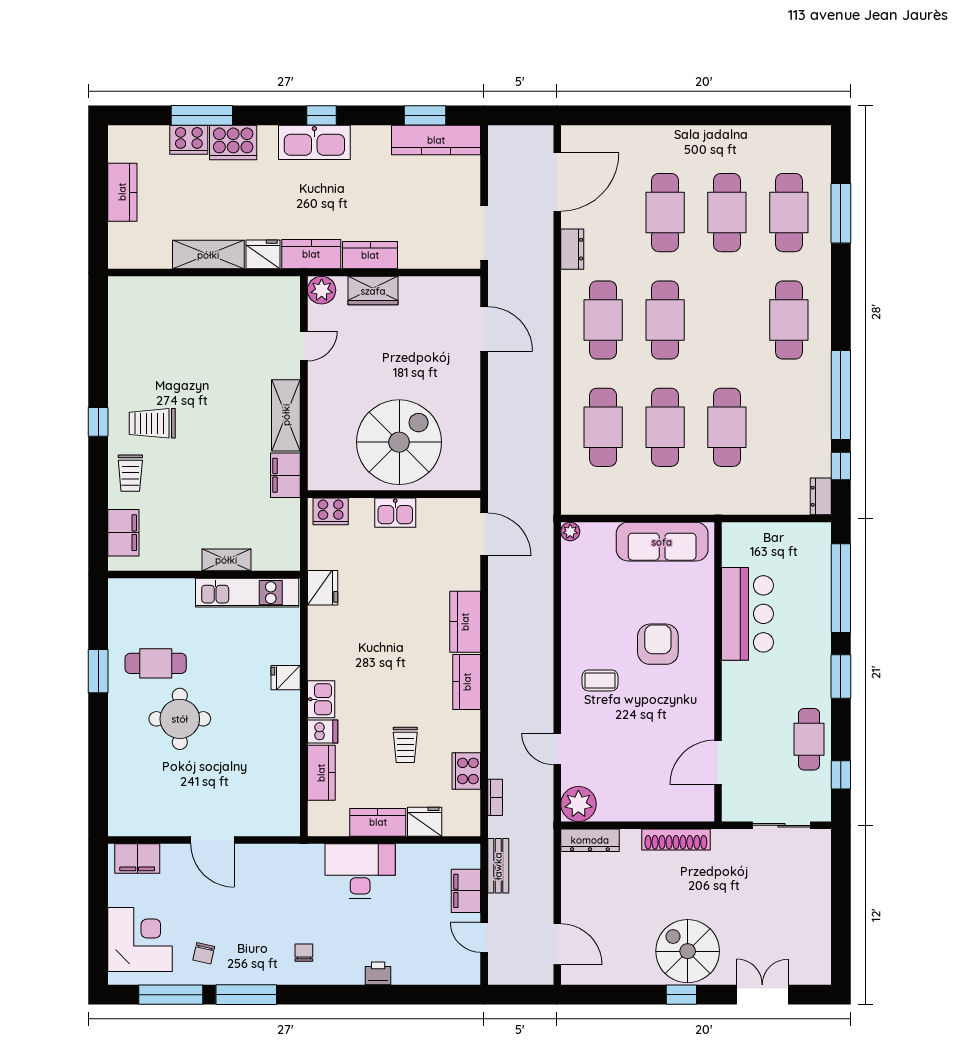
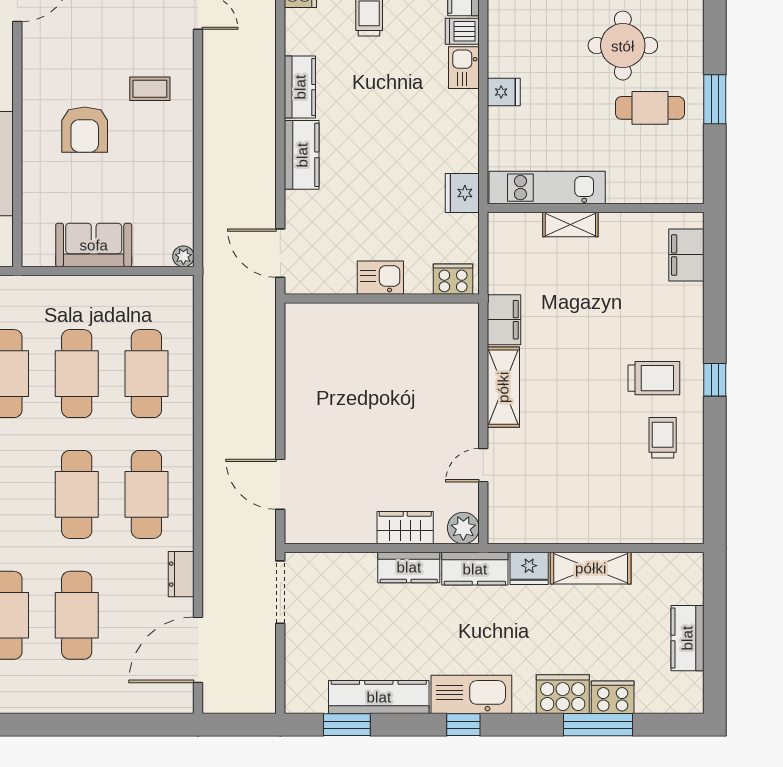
kitchen counter: (436, 140) -> (379, 697), moved
spiral stairs: (399, 442) -> (376, 357), removed
trolley: (130, 473) -> (663, 438), moved
sofa: (662, 542) -> (94, 245), width x0.73

